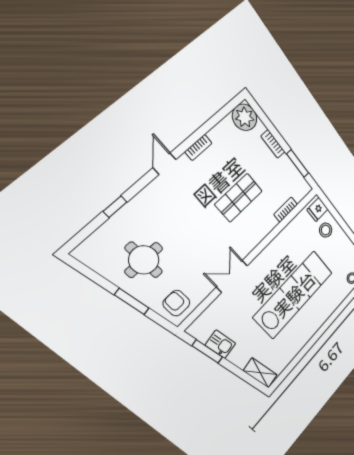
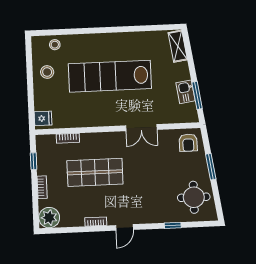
window: (298, 164) -> (34, 161), width x0.67
shop shelf: (239, 198) -> (95, 172), width x1.43, depth x1.36
stool: (326, 230) -> (47, 72), moved
round table: (144, 260) -> (194, 197), moved

